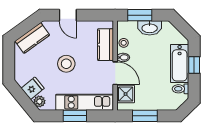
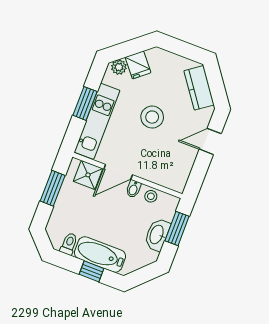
kitchen counter: (106, 45) -> (157, 173), removed

